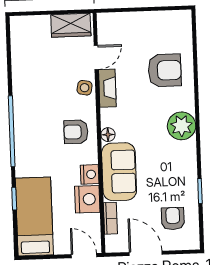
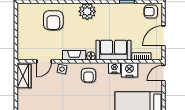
door: (96, 58) -> (44, 61), swing flipped
armchair: (165, 70) -> (53, 20), turned 180
fireplace: (107, 88) -> (74, 55), moved
armchair: (173, 219) -> (151, 12), moved

